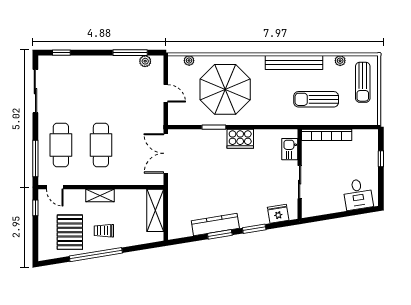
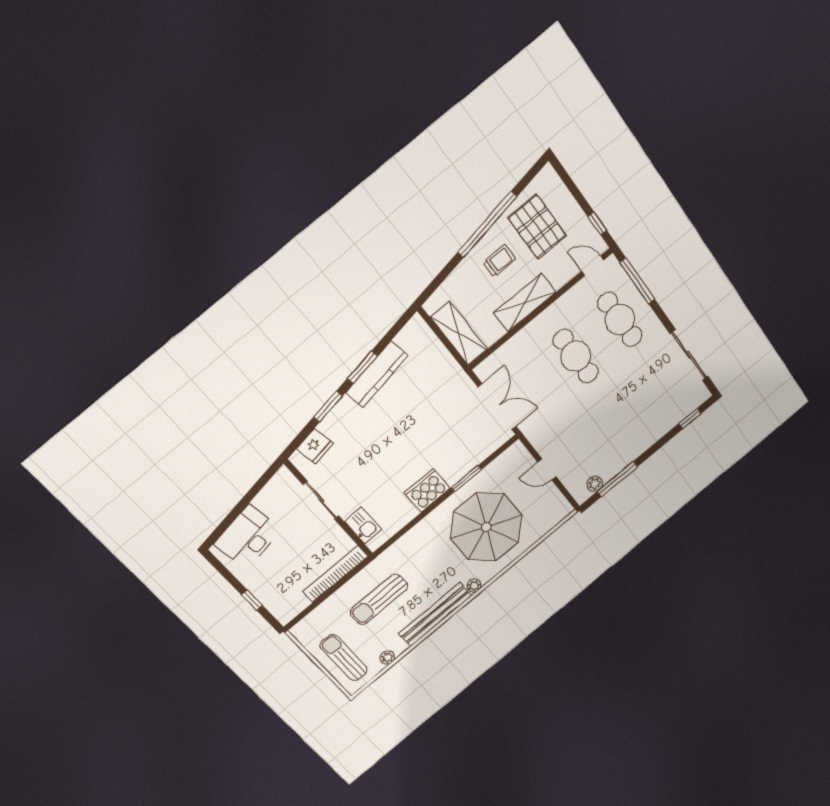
plant: (189, 61) -> (474, 586), moved
sun lounger: (316, 99) -> (379, 599), turned 180
desk: (358, 194) -> (248, 537), width x1.37
shelving: (100, 196) -> (525, 303), width x1.50, depth x1.33

